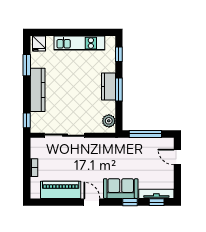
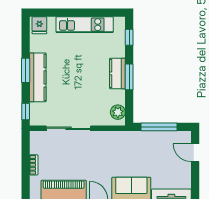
window: (27, 65) -> (26, 70), moved

